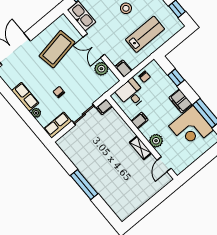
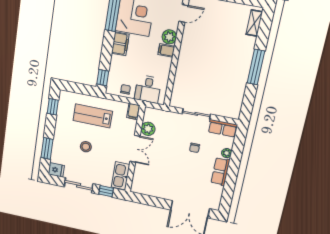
coffee table: (57, 49) -> (162, 175), removed
window: (176, 78) -> (103, 78), moved
filing cabinet: (104, 107) -> (177, 102), removed
filing cabinet: (140, 120) -> (166, 50), moved
shelving: (140, 148) -> (254, 23), moved

